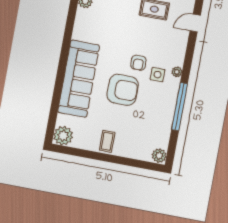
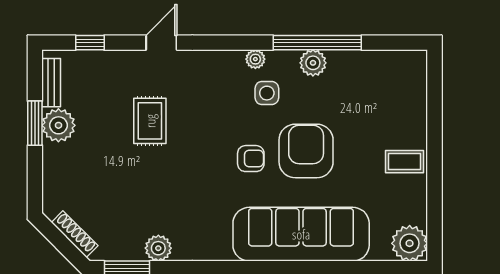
door: (195, 23) -> (161, 43), swing flipped
armchair: (138, 63) -> (251, 159), moved
plant: (159, 156) -> (313, 63), moved

